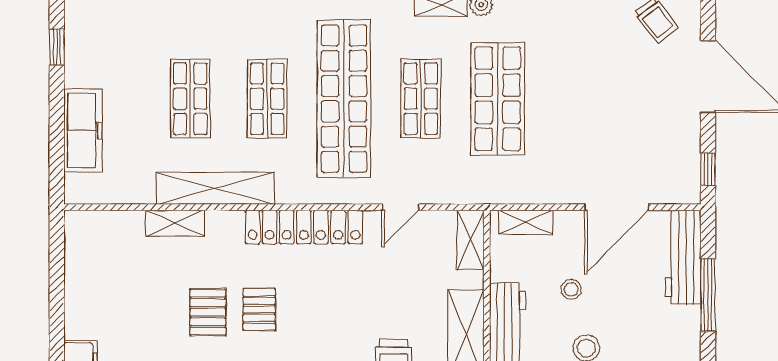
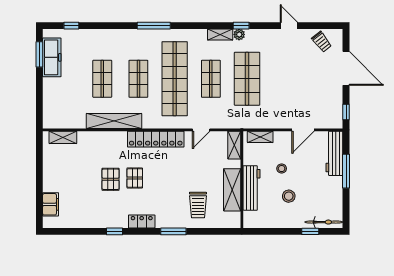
window: (57, 47) -> (39, 54), width x1.50
freezer: (83, 130) -> (52, 57), moved
door: (617, 207) -> (303, 130), width x0.73
shelving: (175, 223) -> (63, 137), moved

